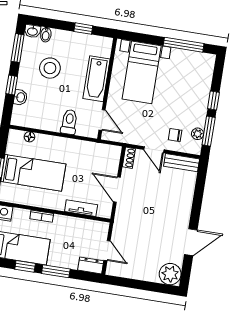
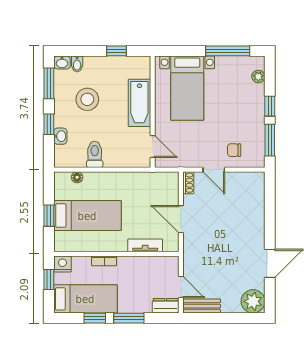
toilet: (69, 122) -> (95, 154), moved
plant: (198, 134) -> (258, 76), moved
bench: (182, 163) -> (202, 306), moved

